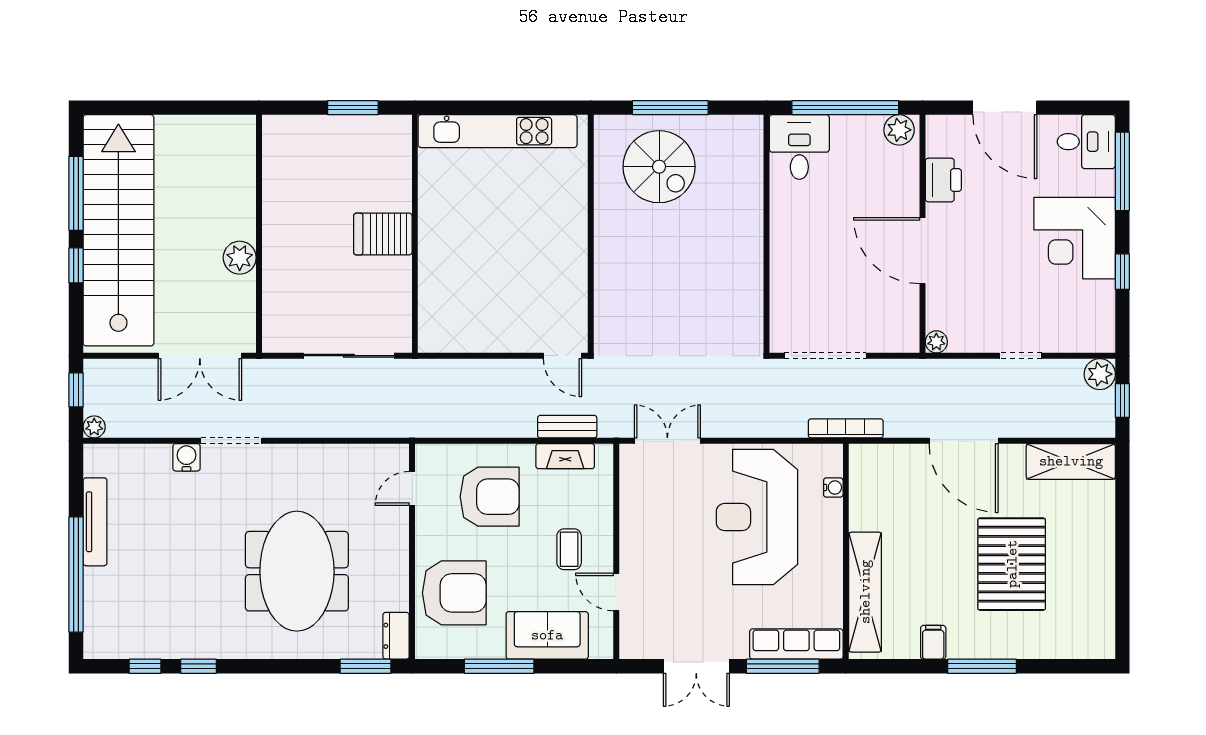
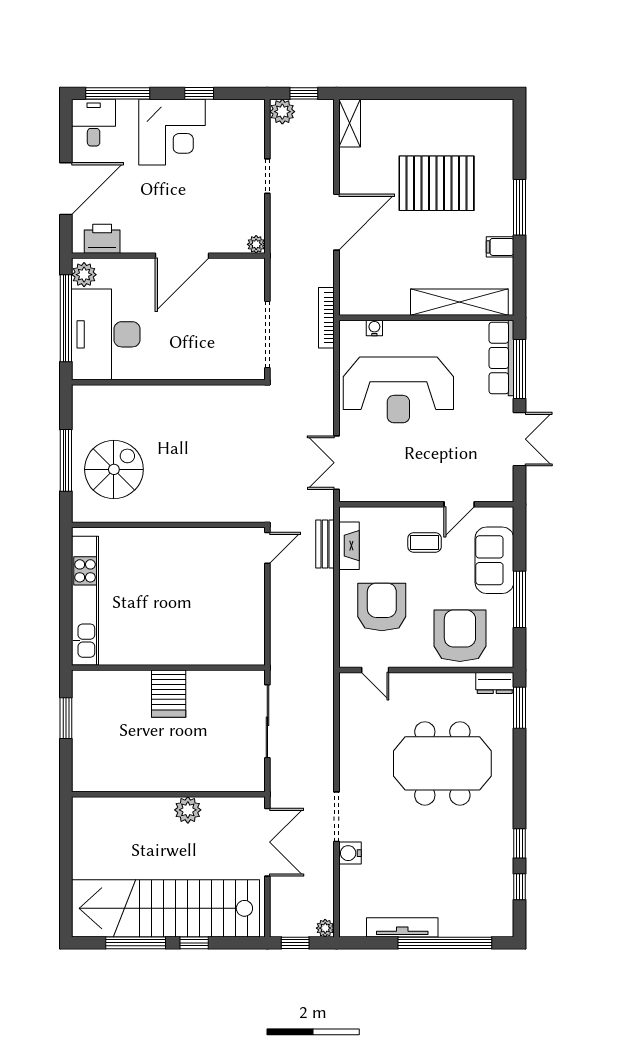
desk: (799, 147) -> (106, 334), width x1.87, depth x1.30
printer: (943, 180) -> (102, 239), moved
shelving: (1071, 461) -> (350, 123), width x0.67, depth x0.75

